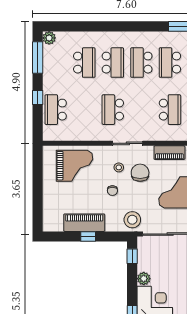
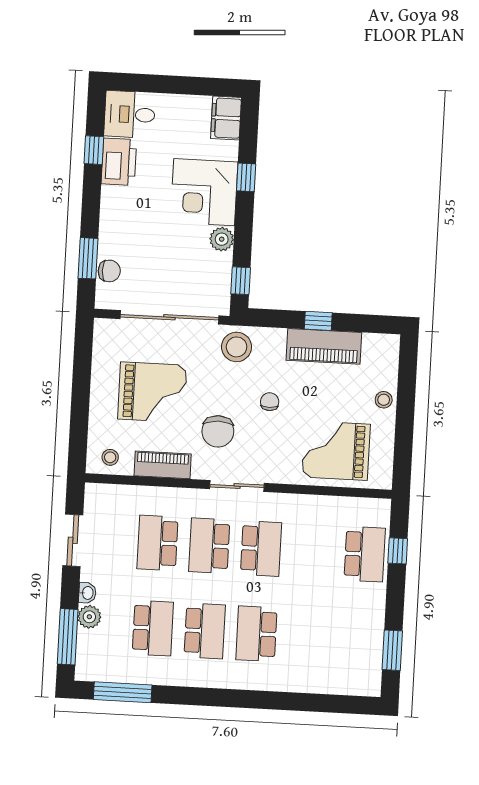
plant: (49, 38) -> (369, 685), removed
window: (38, 58) -> (392, 650), width x0.69
school desk: (84, 63) -> (209, 546), moved
window: (38, 98) -> (398, 551), moved
stool: (119, 167) -> (384, 400), moved

